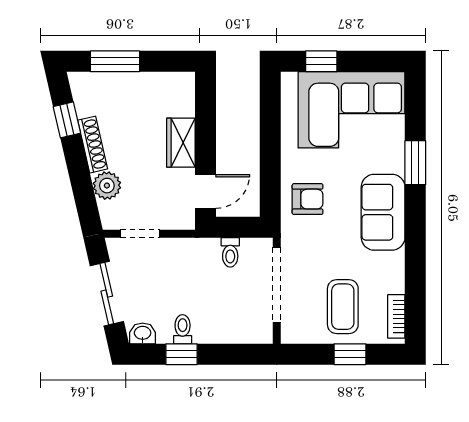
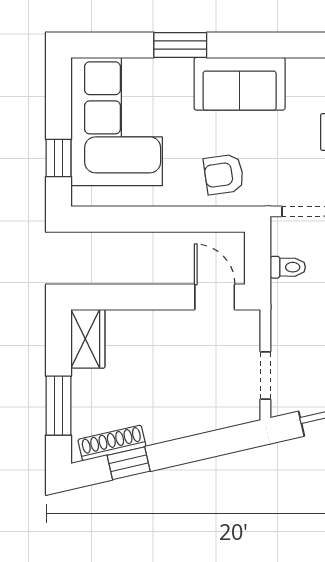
wardrobe: (181, 143) -> (88, 339), moved, turned -90
shoe rack: (93, 145) -> (112, 443), moved
plant: (107, 186) -> (208, 415), removed
armchair: (308, 199) -> (224, 174), turned -98

